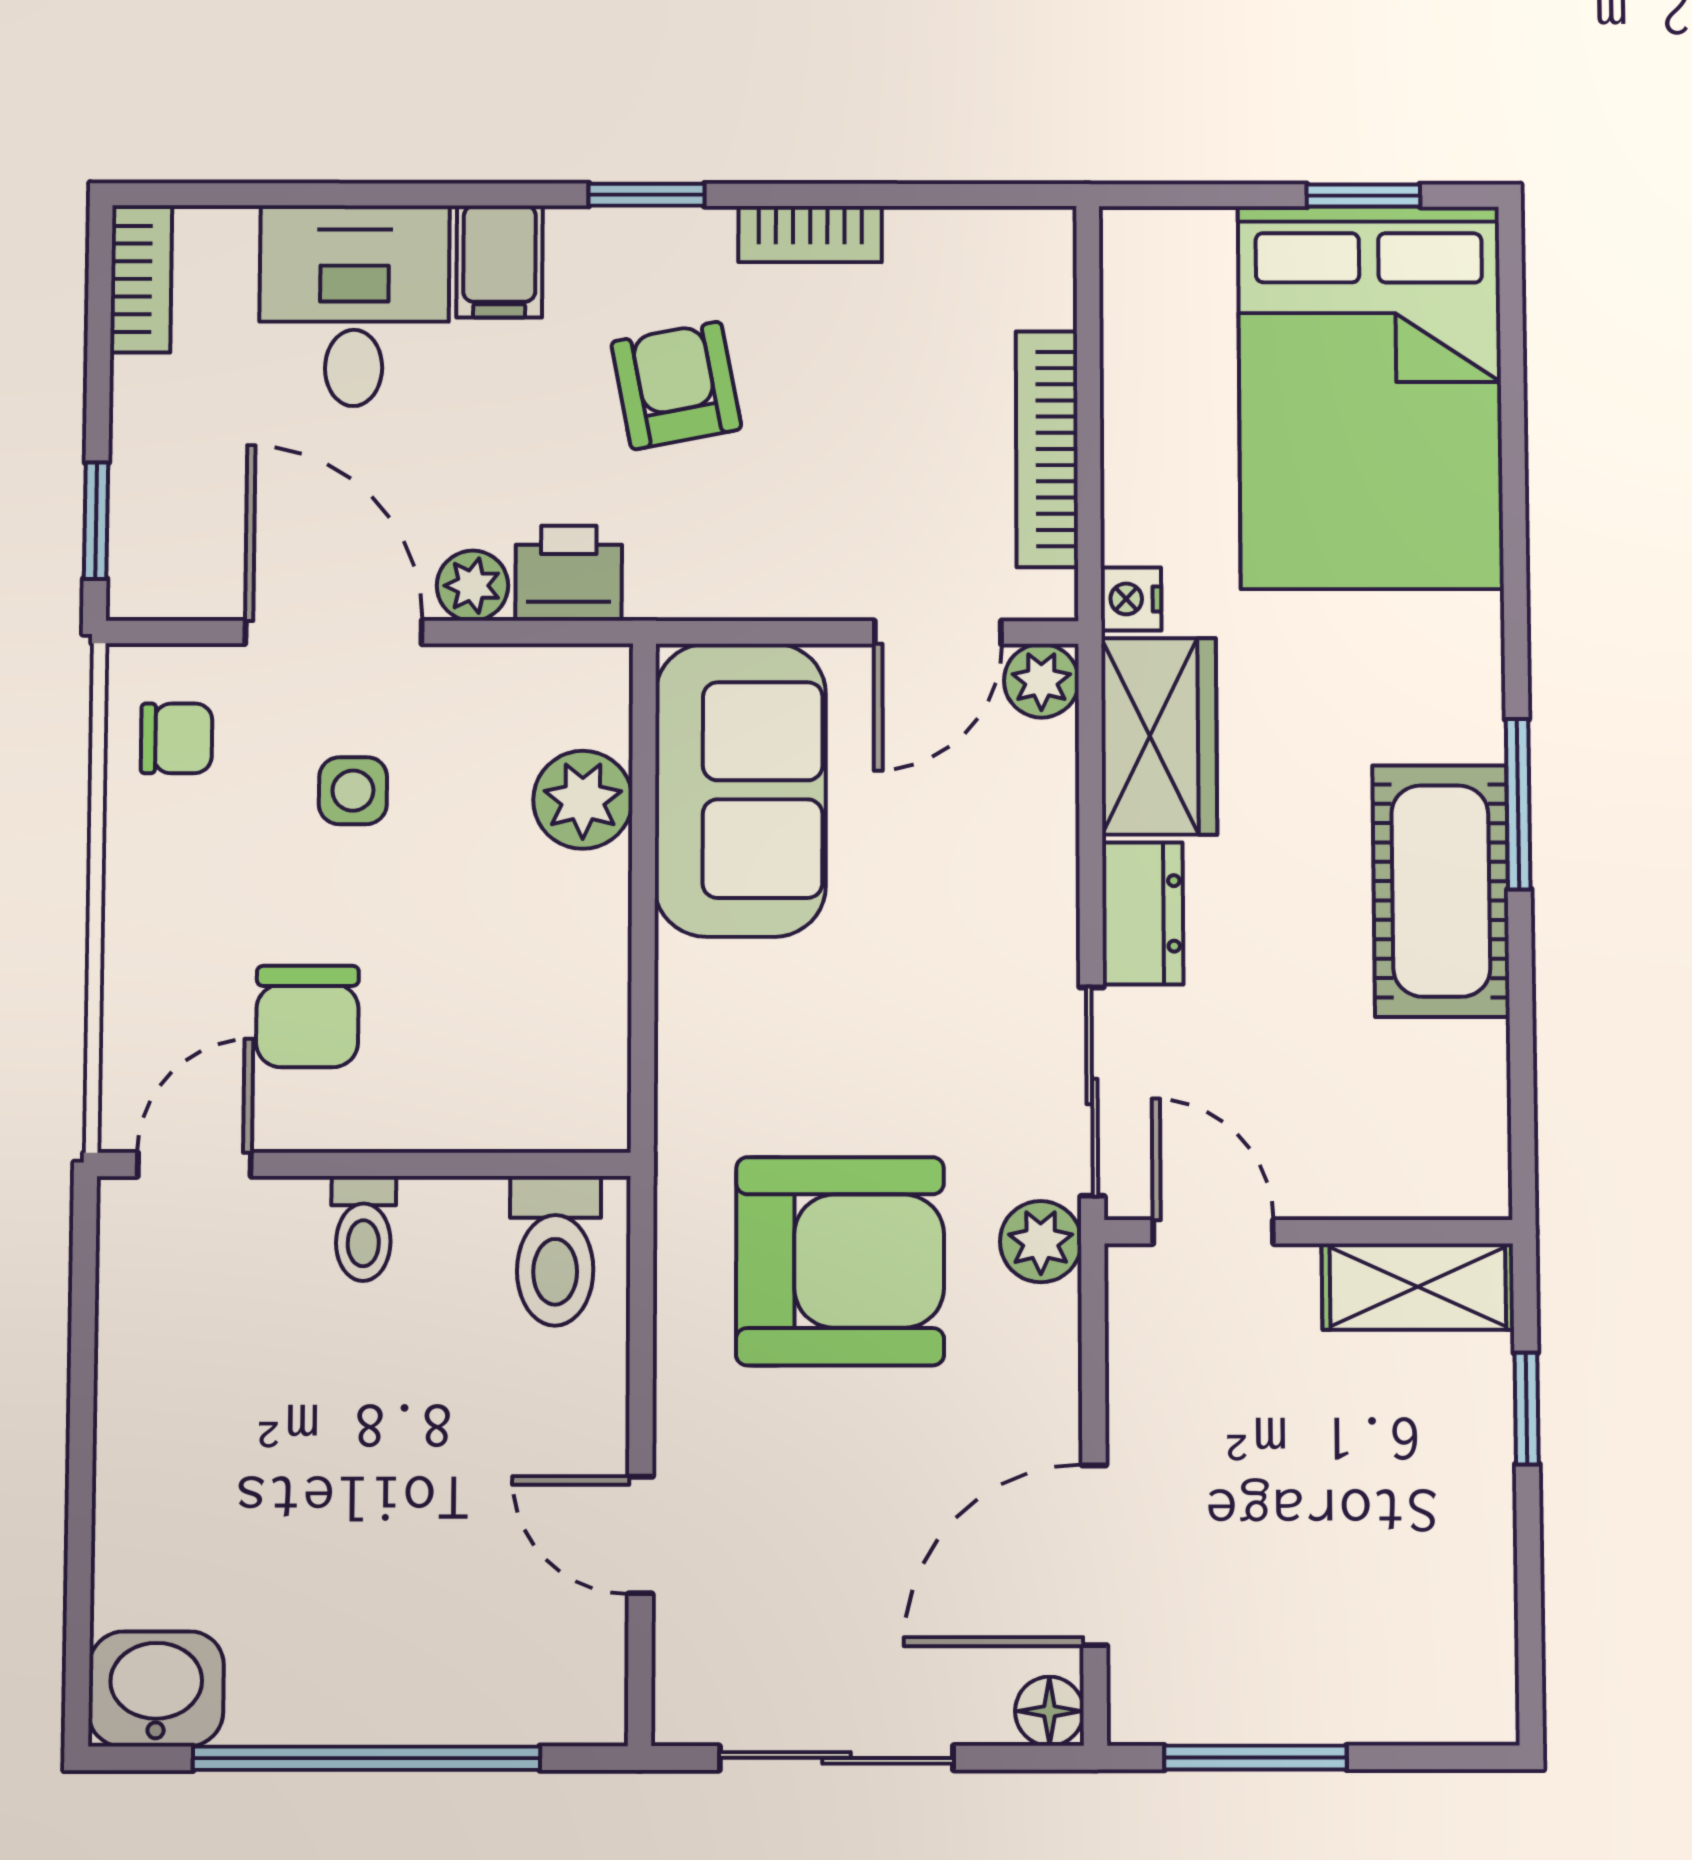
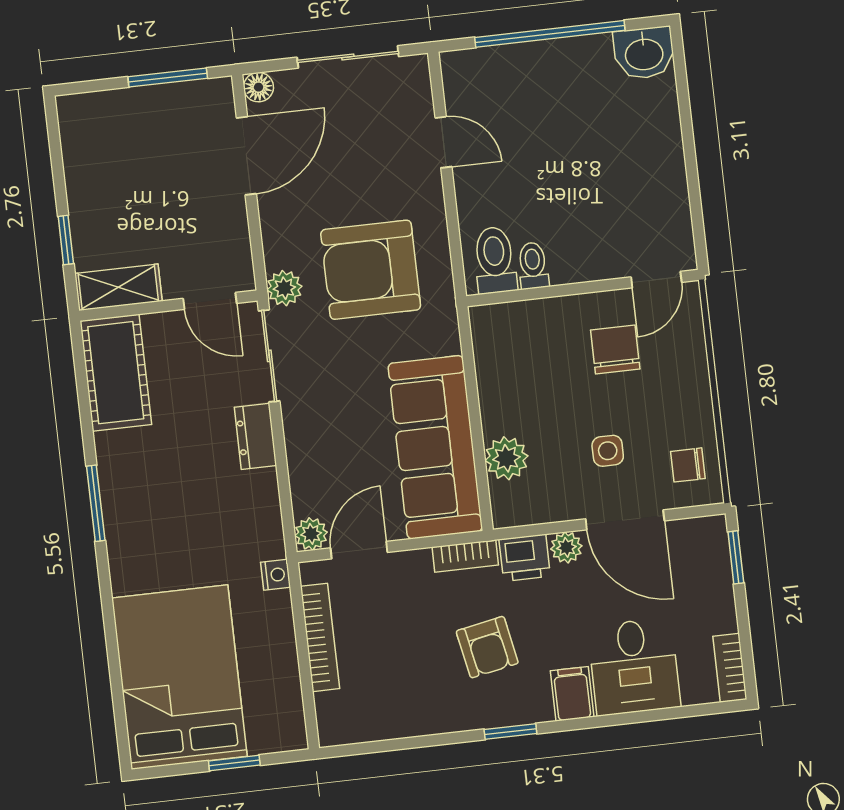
window: (1363, 195) -> (234, 763), moved
bookcase: (810, 234) -> (465, 556), moved, turned 180
wardrobe: (1159, 736) -> (257, 515), removed
sofa: (740, 790) -> (435, 447), width x1.36
cot: (1441, 891) -> (116, 373), moved
toilet: (363, 1229) -> (533, 266), moved

